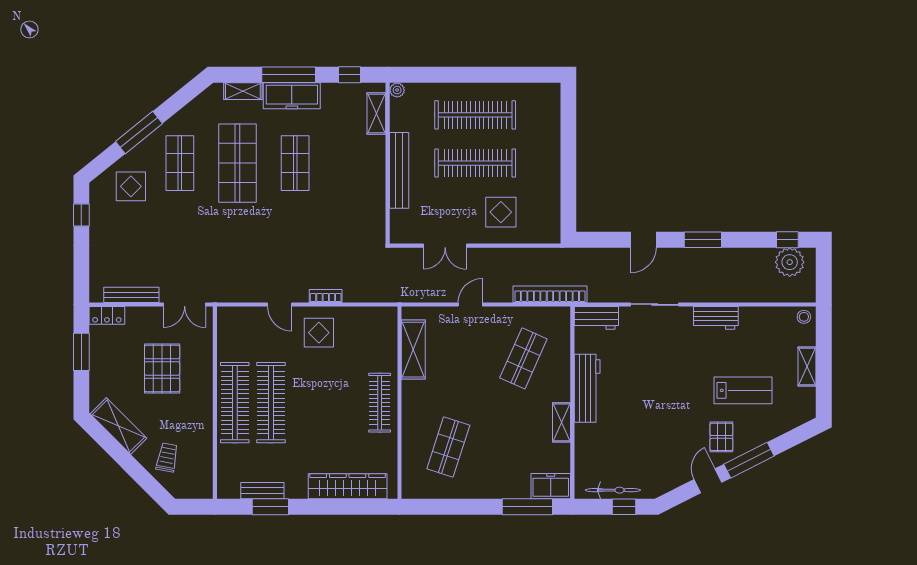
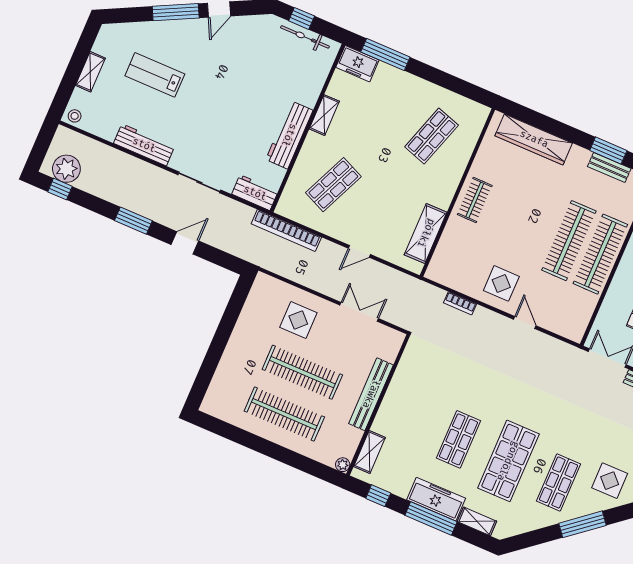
bookcase: (326, 296) -> (460, 303), moved
workbench: (716, 318) -> (144, 145), width x1.38
clothes rail: (380, 403) -> (475, 200), width x0.73
pallet: (721, 437) -> (191, 43), removed

